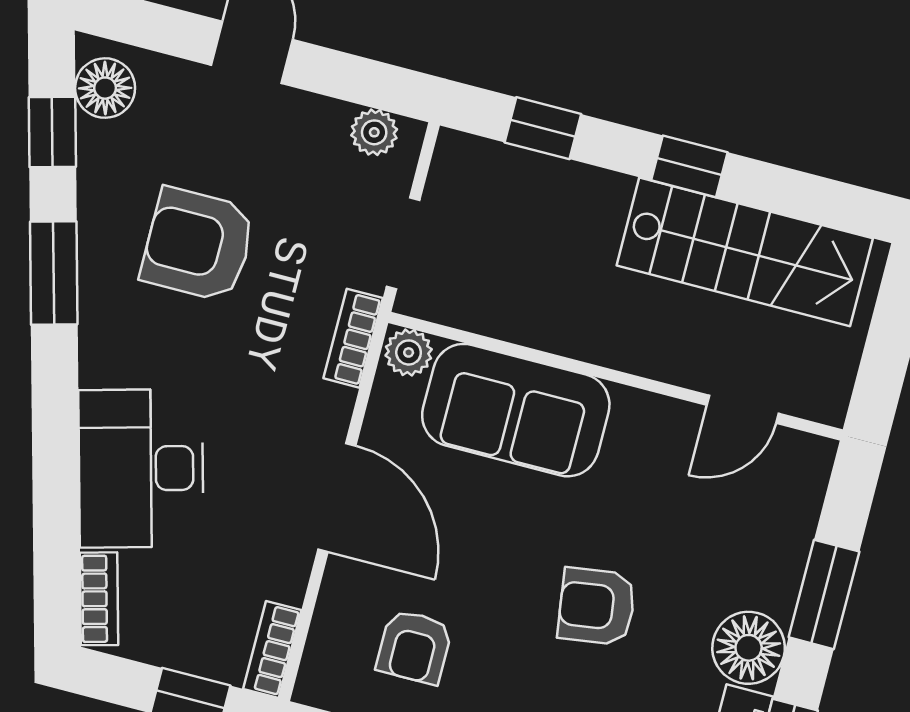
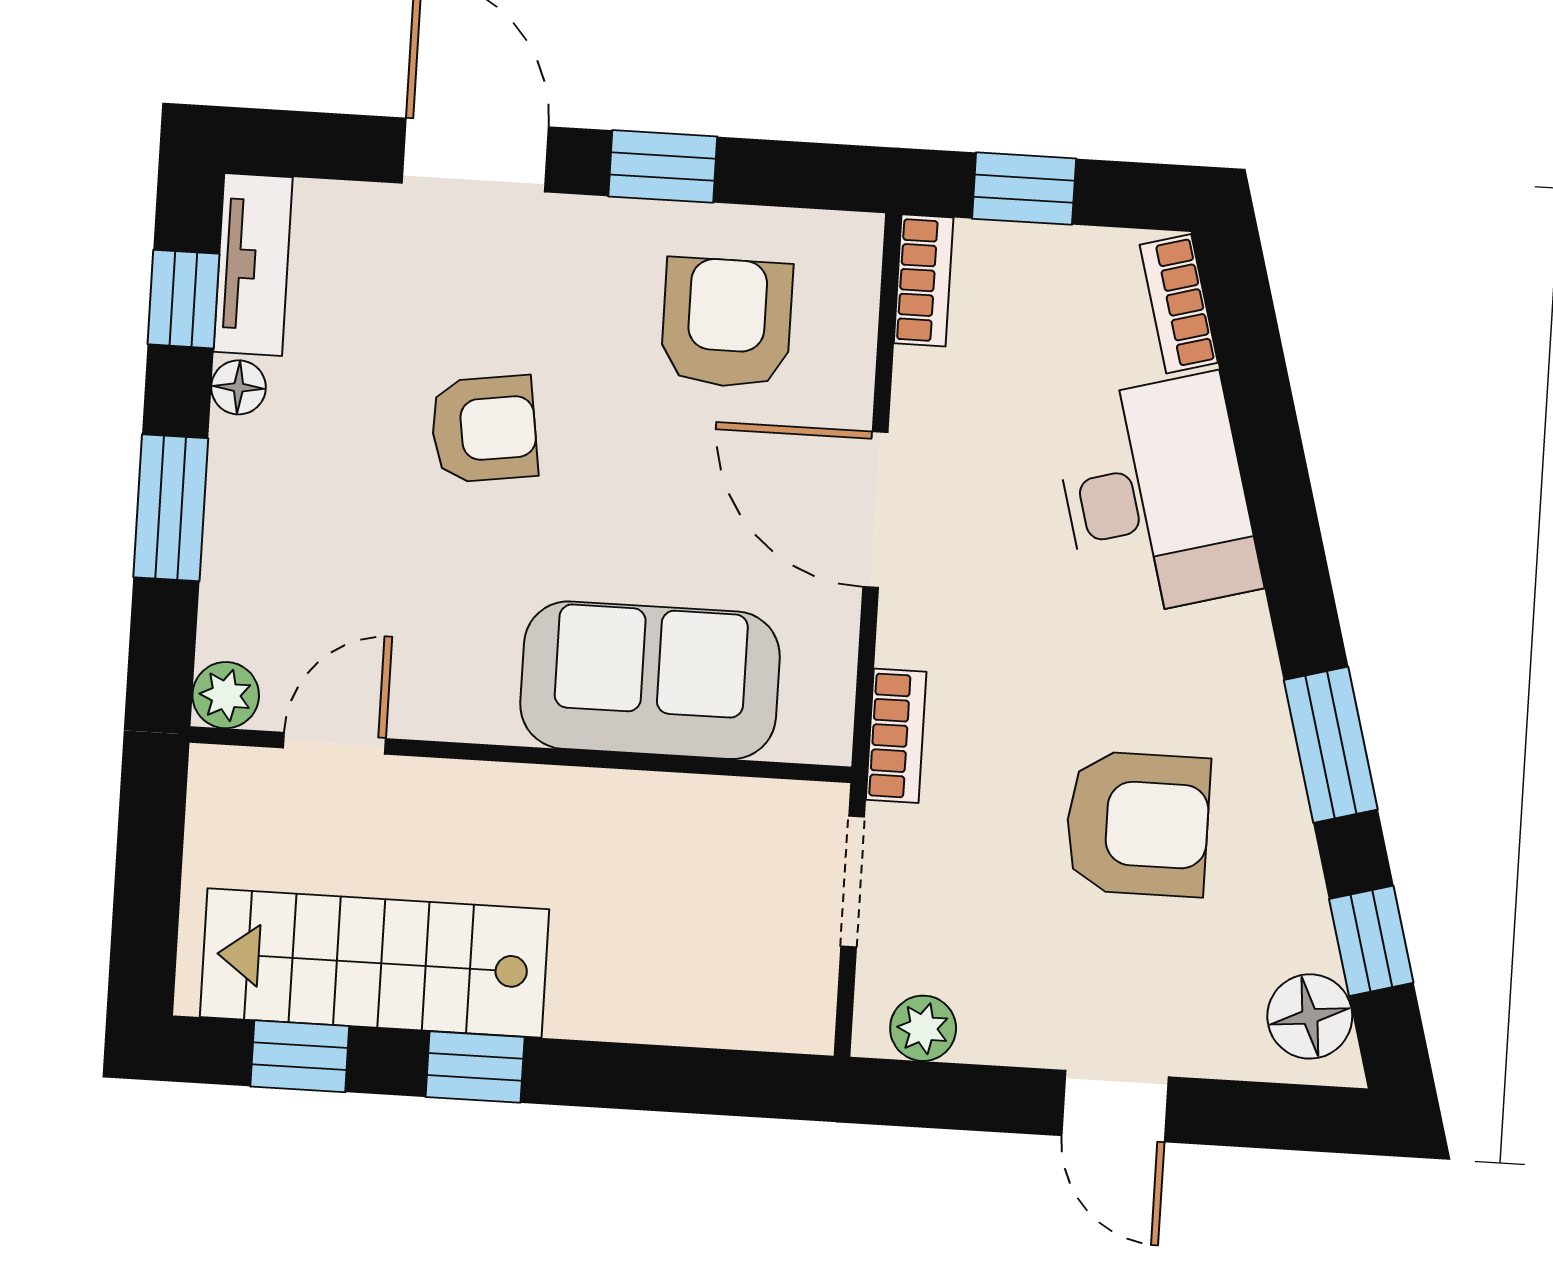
window: (543, 128) -> (300, 1056), moved
plant: (409, 352) -> (226, 695), moved
armchair: (414, 647) -> (727, 323), width x1.38, depth x1.38
floor lamp: (749, 648) -> (238, 387), width x0.53, depth x0.53

